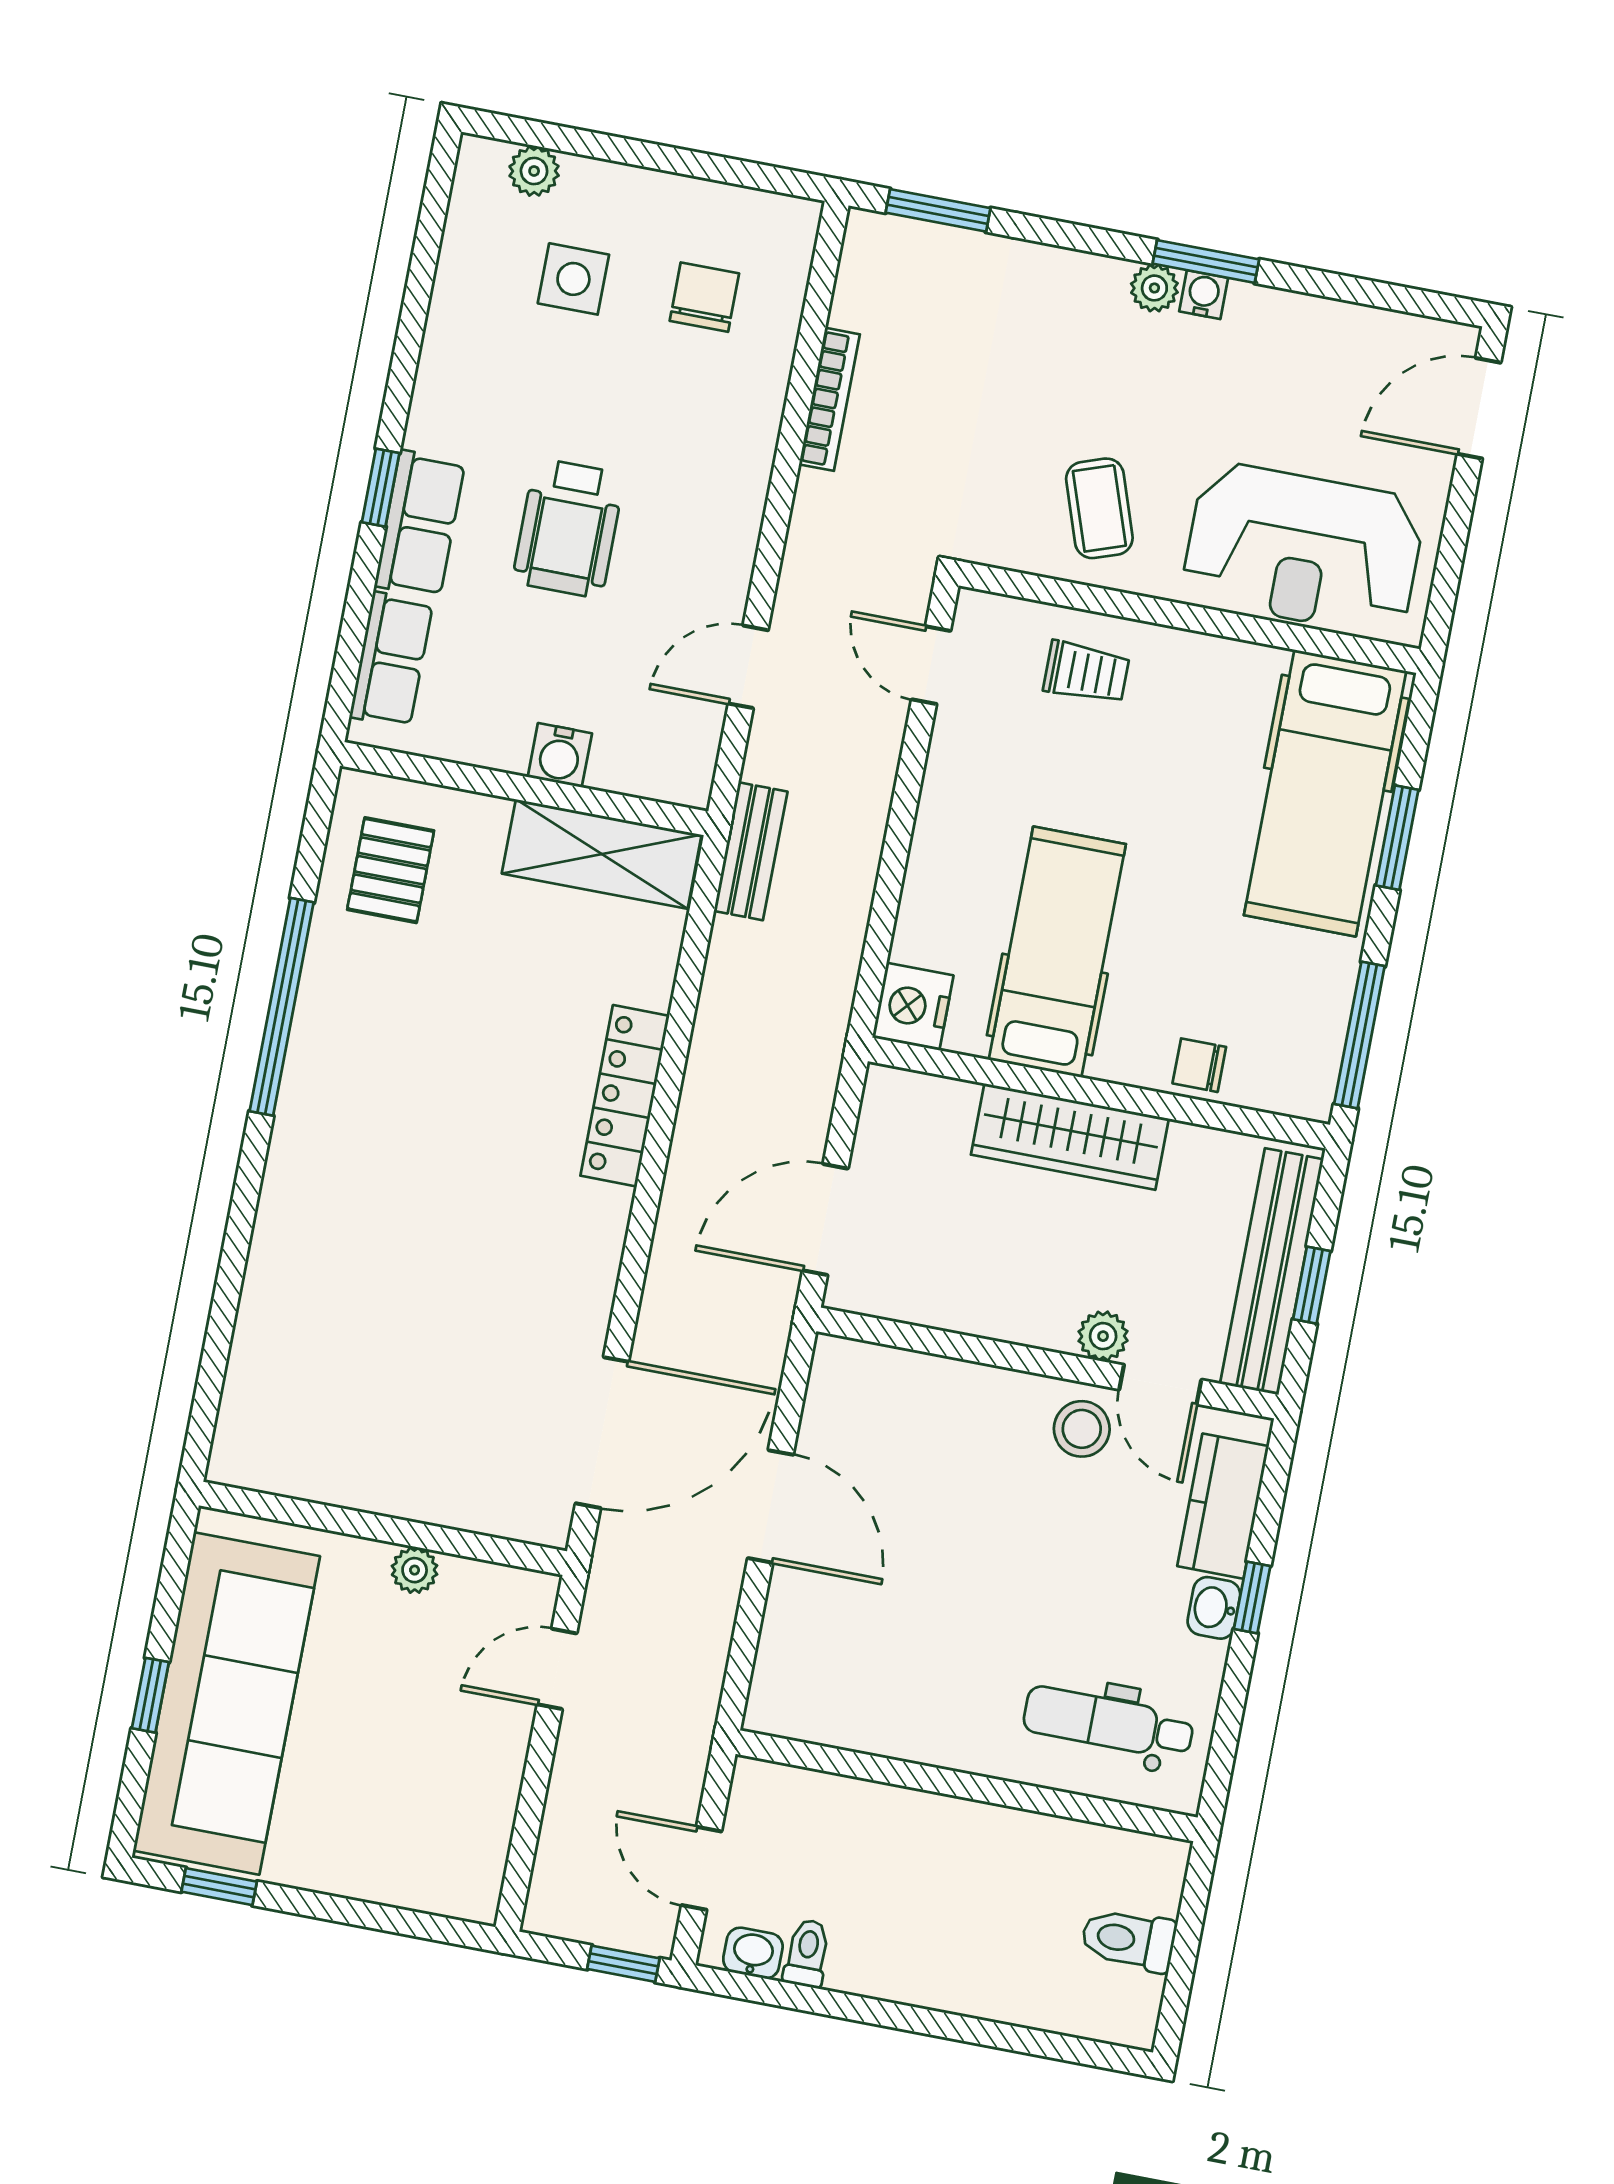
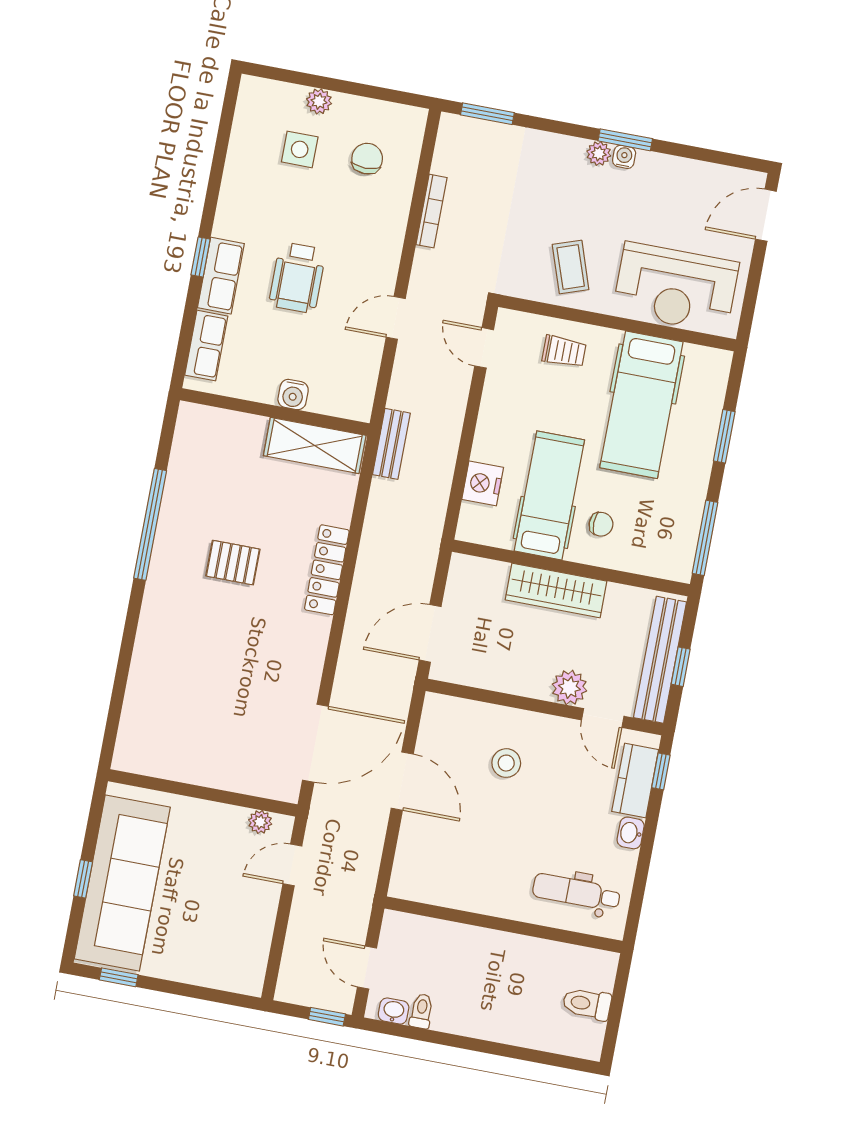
plant: (534, 171) -> (319, 101), moved
door: (748, 667) -> (396, 318), moved
hospital bed: (1325, 793) -> (641, 405), moved
pallet: (391, 870) -> (233, 563), moved, turned 90
nightstand: (913, 1007) -> (483, 483), moved
chair: (1199, 1065) -> (601, 524), moved, turned 180
plant: (1103, 1336) -> (569, 687), width x1.38, depth x1.38
stool: (1082, 1429) -> (506, 763), moved
plant: (415, 1570) -> (260, 822), moved
window: (1252, 1597) -> (661, 771), moved

